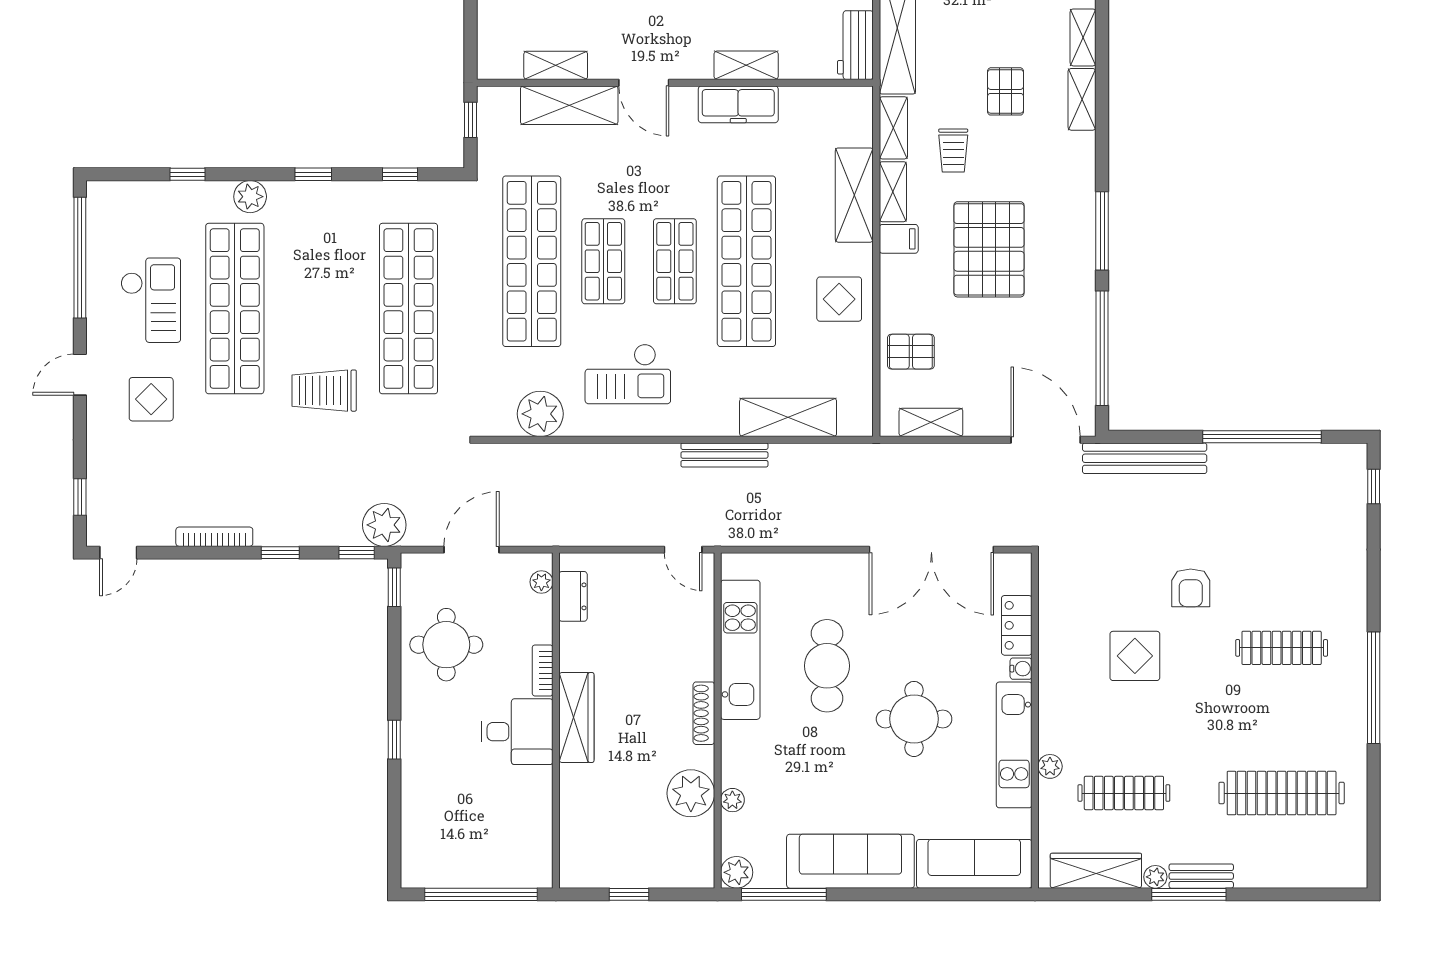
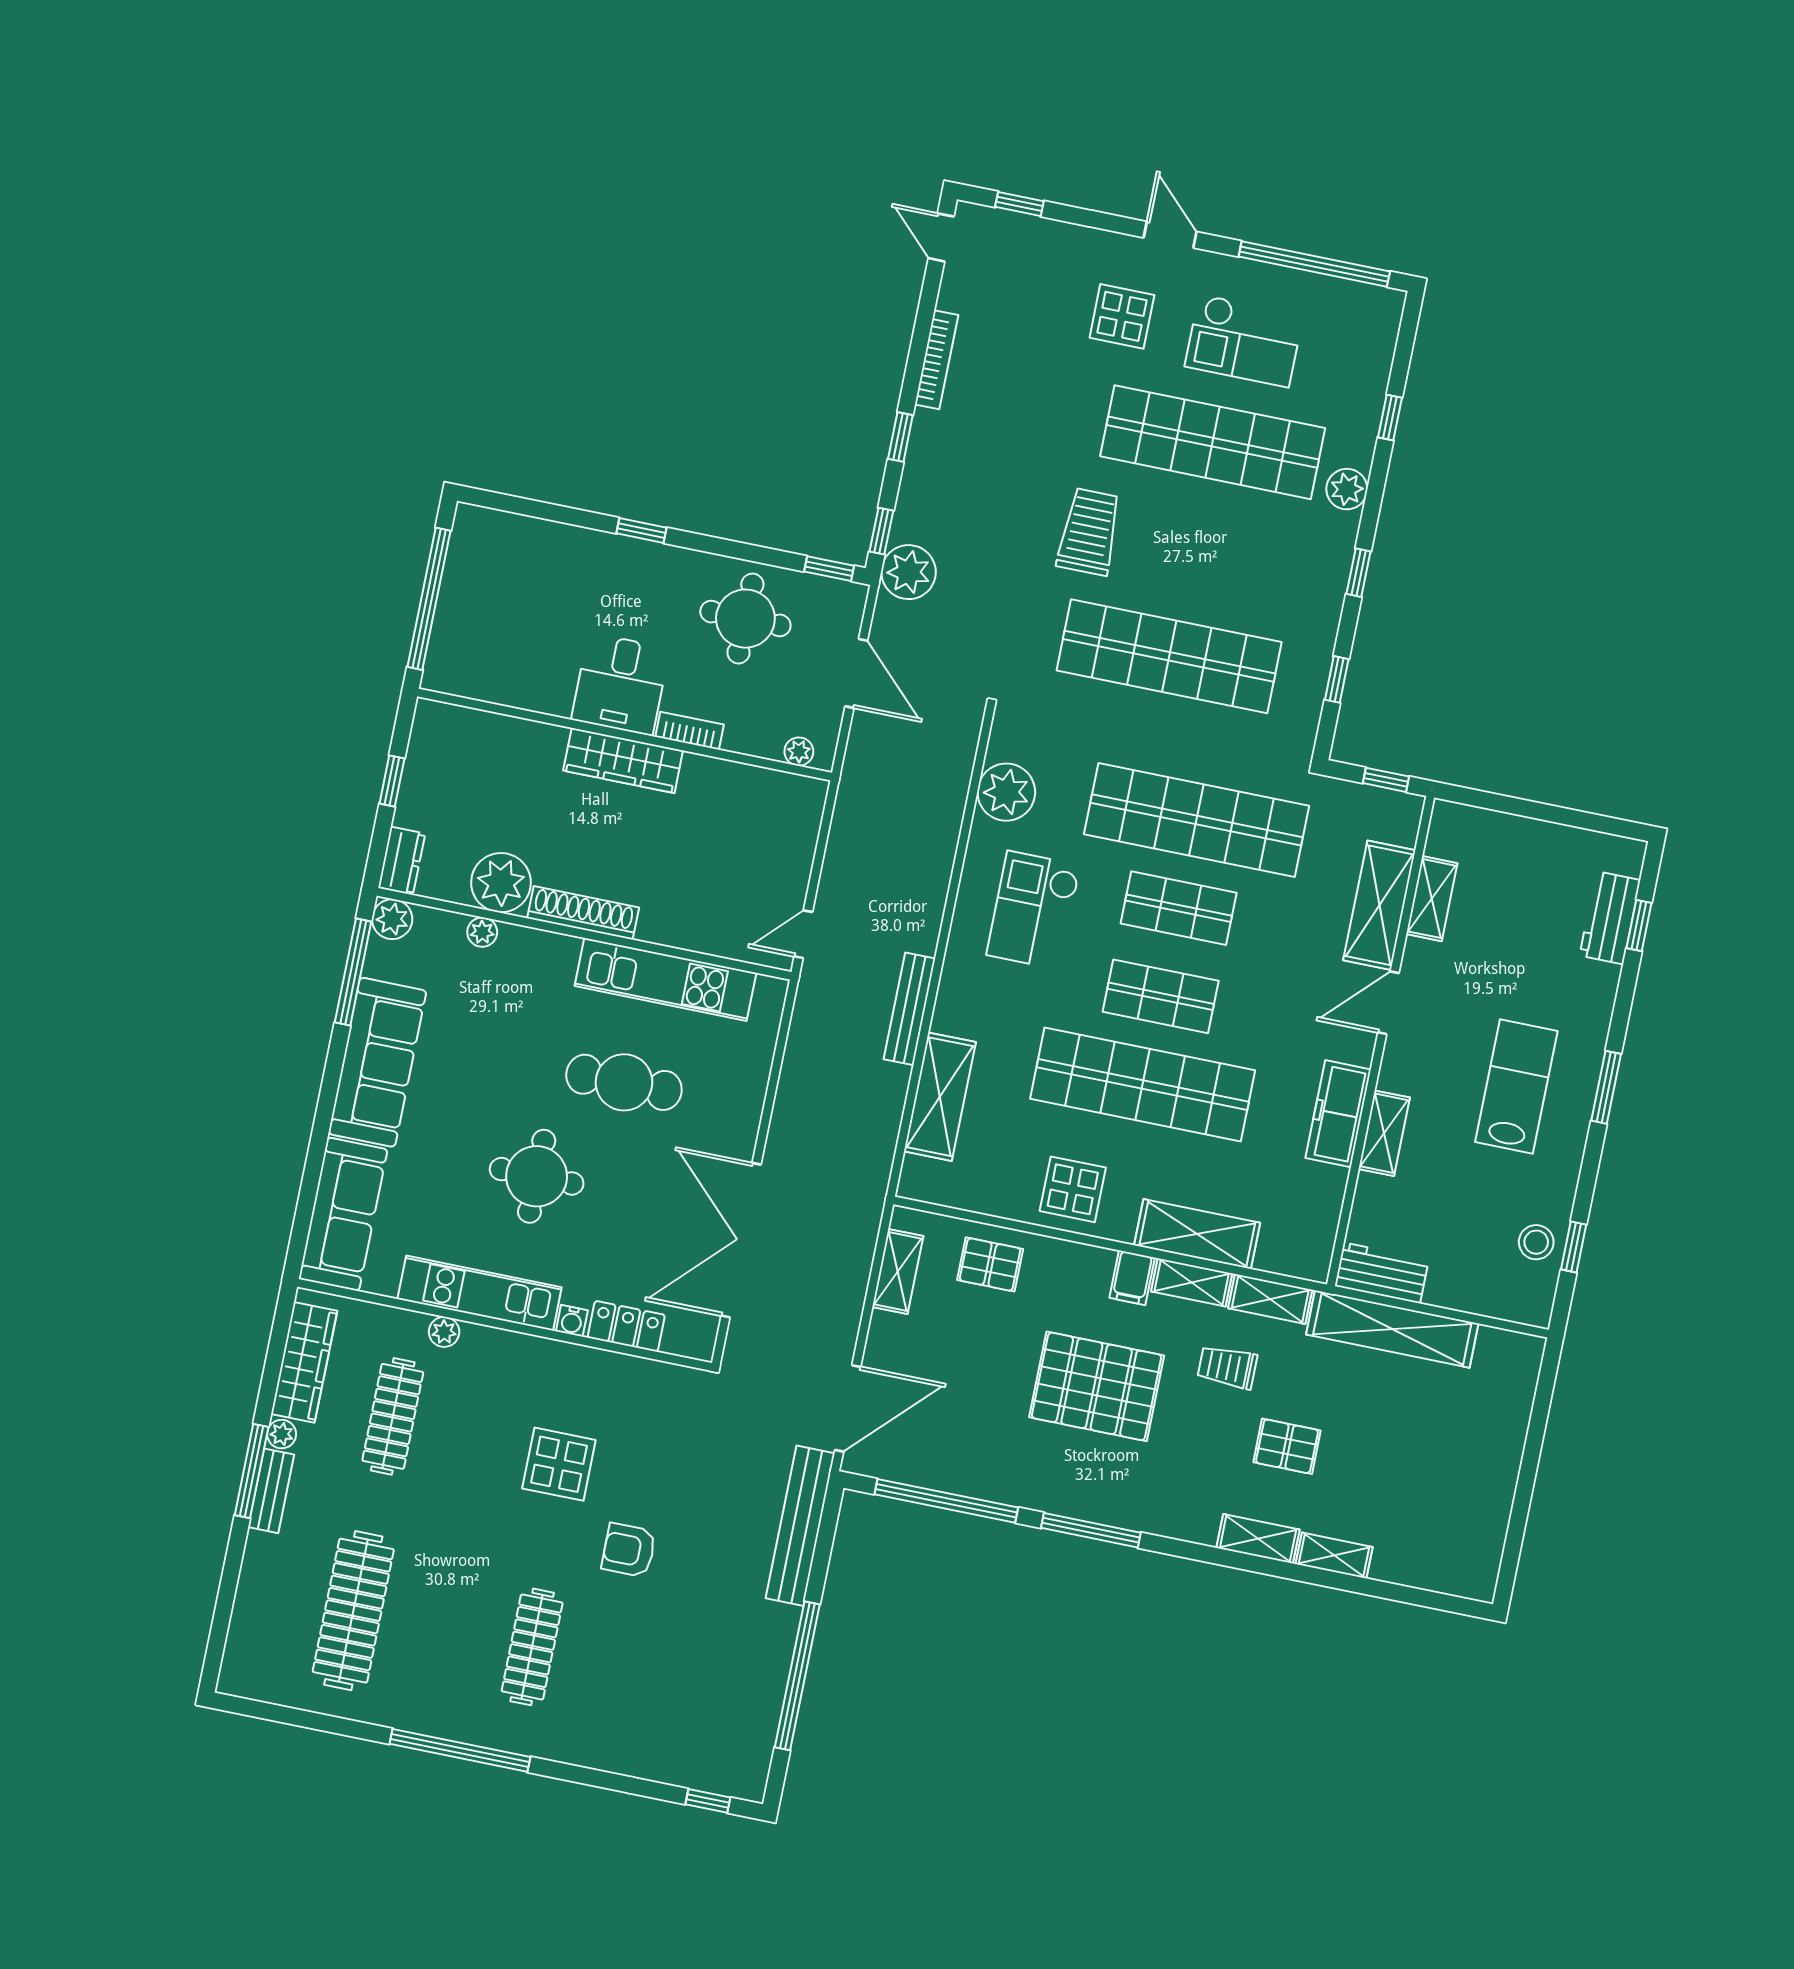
pallet: (911, 352) -> (990, 1264), turned 90
dresser: (573, 596) -> (402, 861), moved, turned -90
shoe rack: (704, 713) -> (583, 913), width x1.36, depth x1.24

